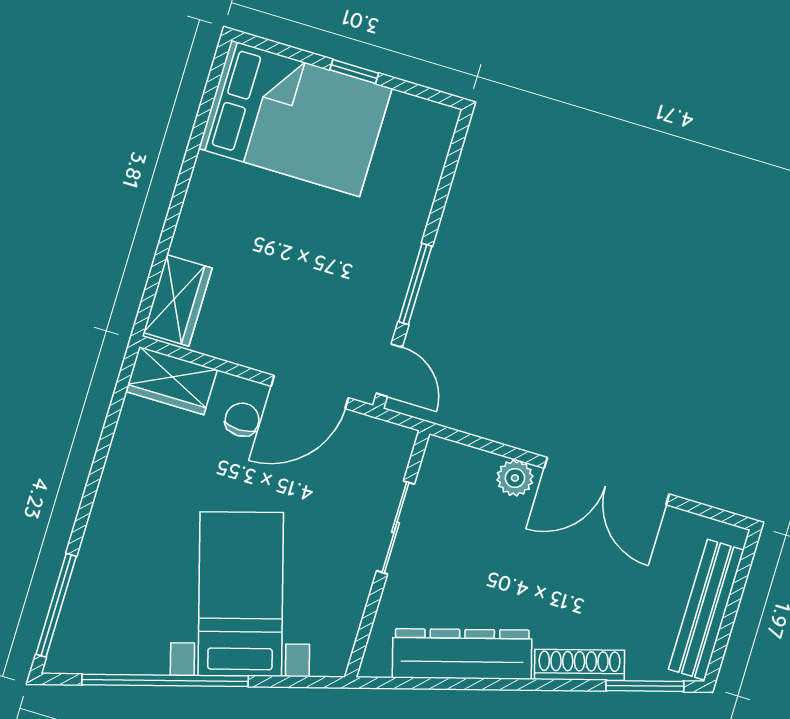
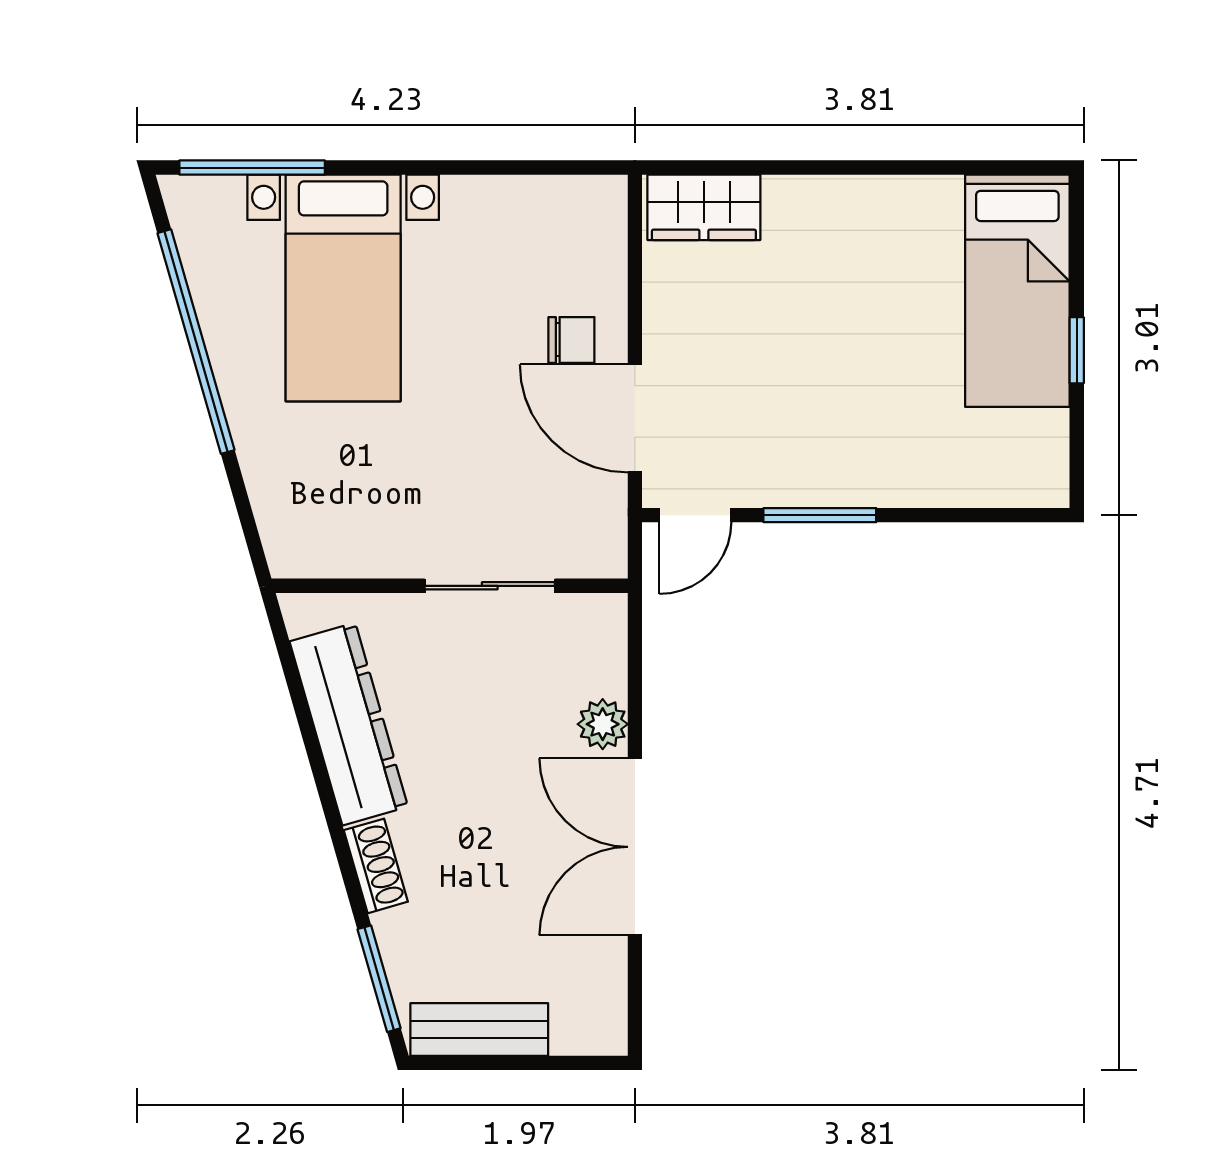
bed: (295, 118) -> (1017, 291), width x0.67
wardrobe: (171, 381) -> (595, 231), removed
bed with nightstands: (241, 594) -> (343, 288), moved, turned 106
bench: (706, 610) -> (479, 1030), width x0.73
shoe rack: (579, 665) -> (376, 866), width x0.70

